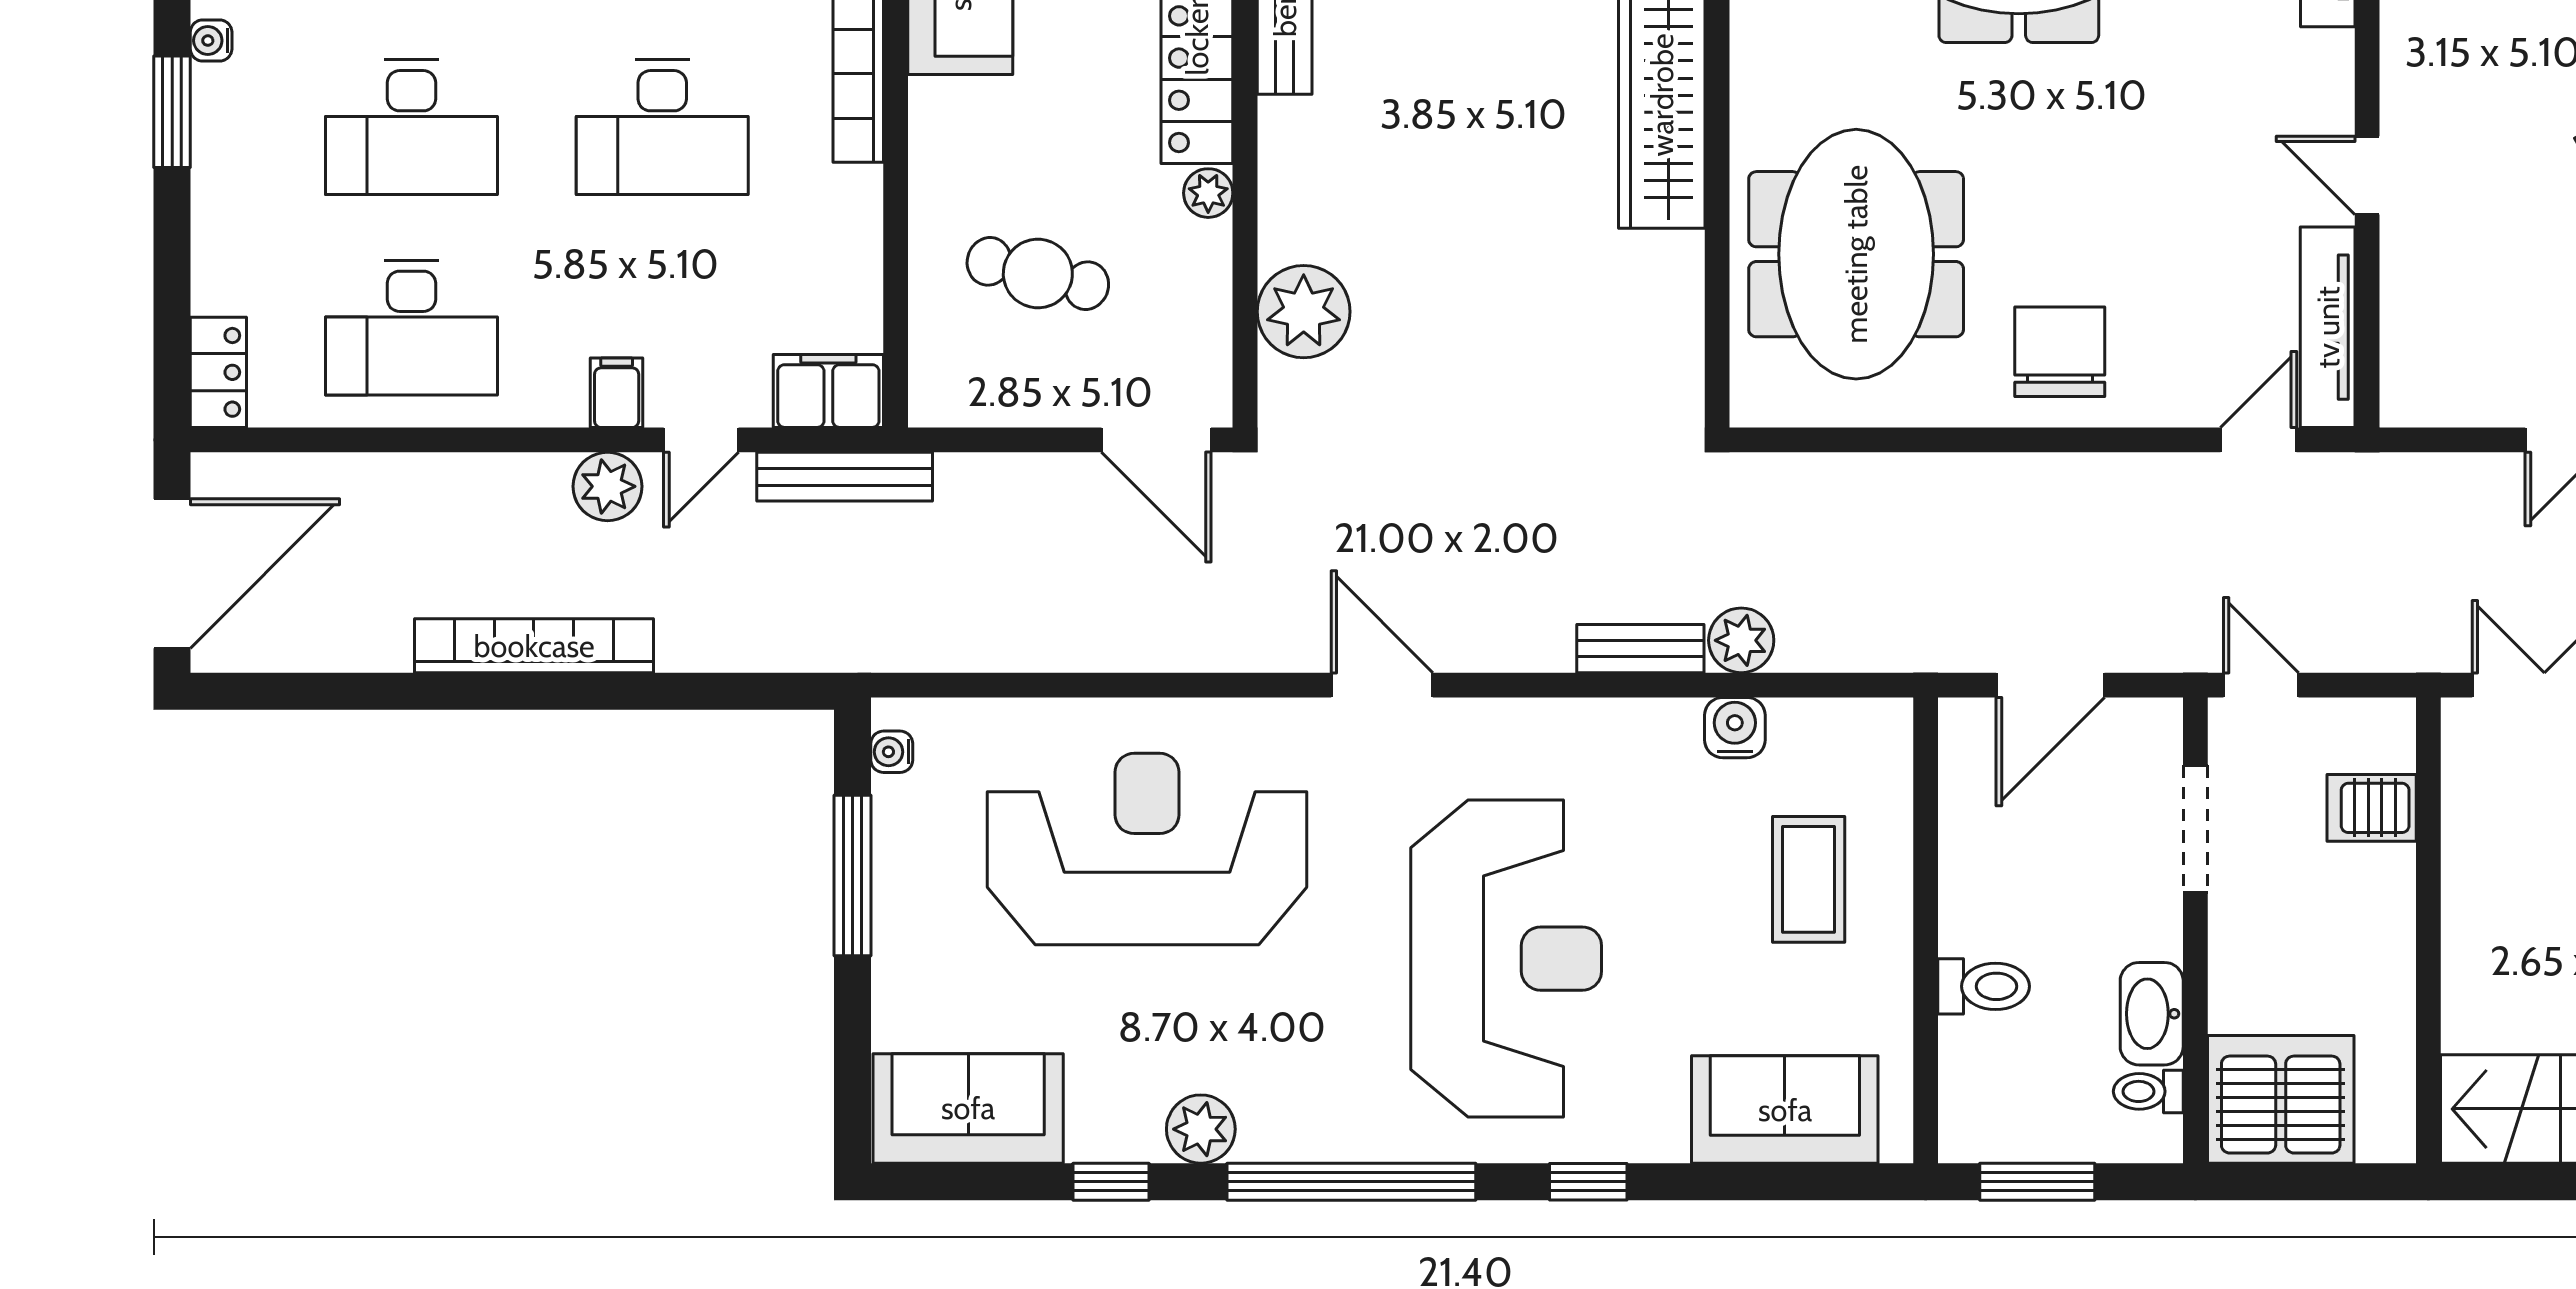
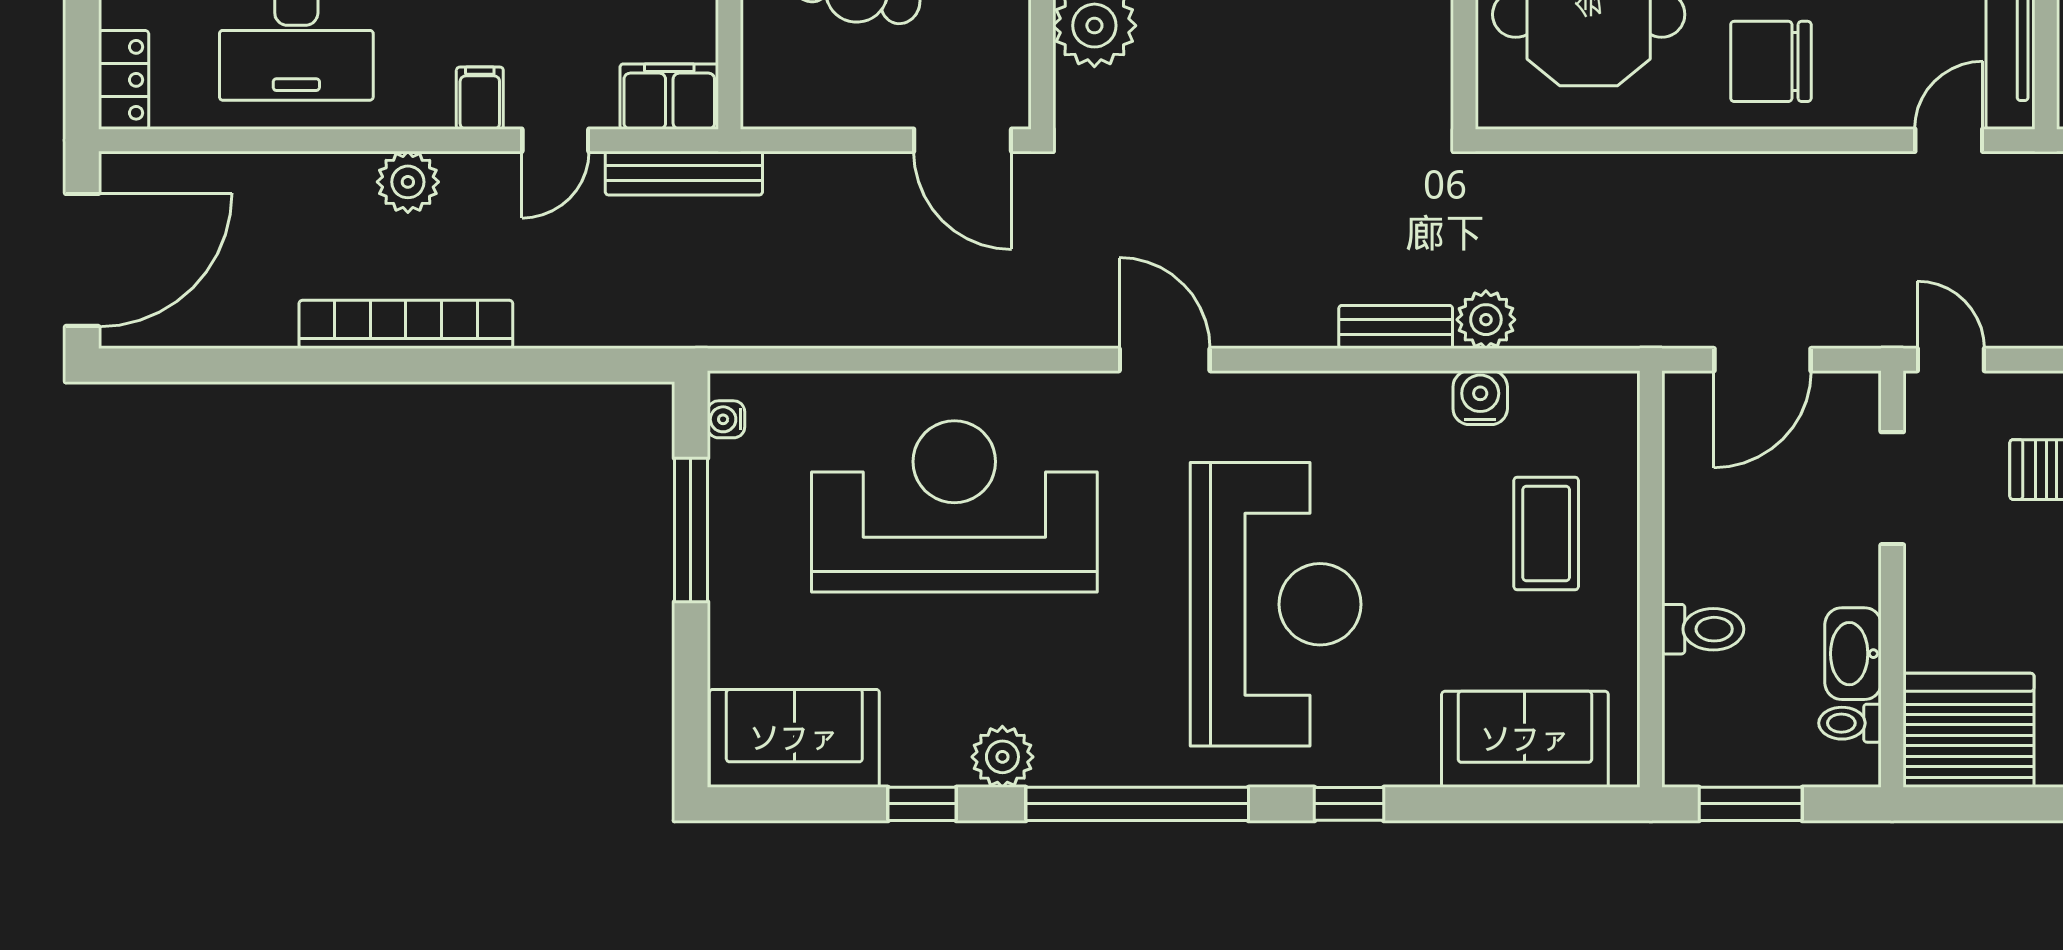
chair: (2060, 352) -> (1771, 61), turned -90
plant: (608, 486) -> (408, 182), moved

